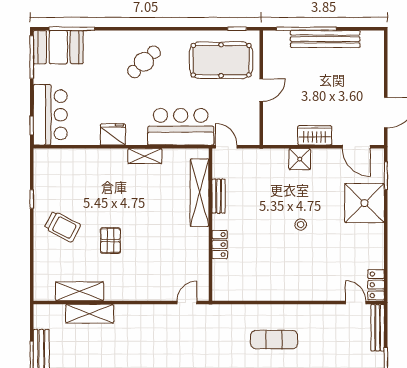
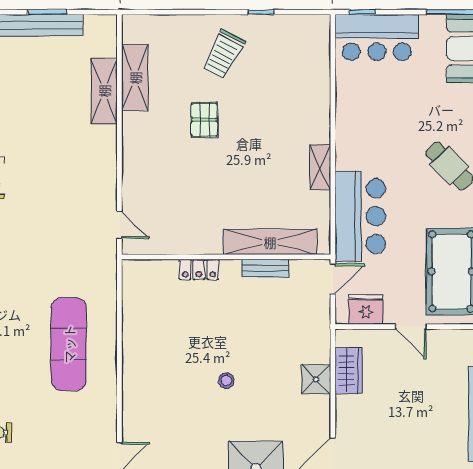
fridge: (113, 134) -> (366, 310), moved, turned -90
wardrobe: (315, 135) -> (349, 371), moved
pallet: (110, 241) -> (204, 120), turned 90
exercise mat: (274, 340) -> (69, 344), width x1.36, depth x1.45

